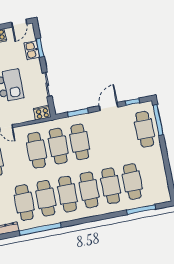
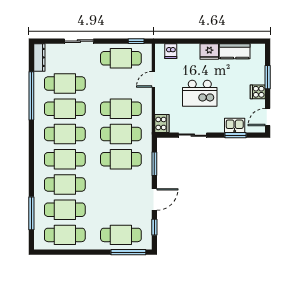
door: (19, 23) -> (268, 117), hinge flipped
door: (109, 107) -> (154, 199), hinge flipped
cafe table: (154, 177) -> (65, 235), added

